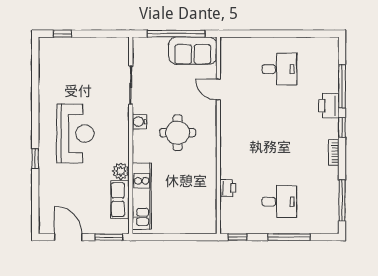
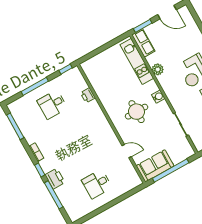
water cooler: (139, 122) -> (158, 97), moved
row of seats: (120, 200) -> (143, 43), moved

